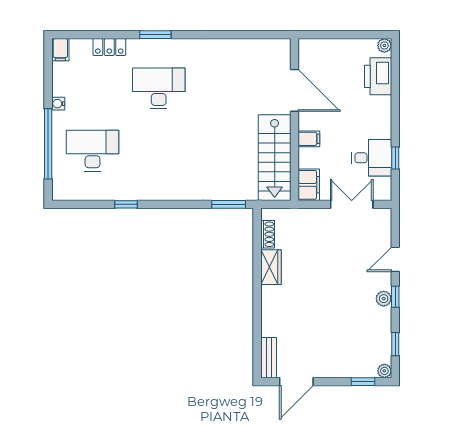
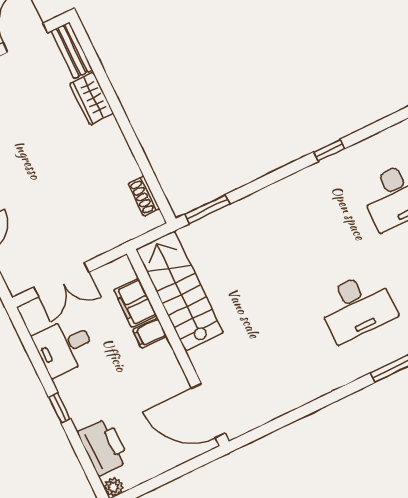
door: (294, 90) -> (208, 411), moved
window: (395, 158) -> (60, 408), moved
filing cabinet: (309, 185) -> (135, 303), moved
wardrobe: (271, 267) -> (92, 98), moved

